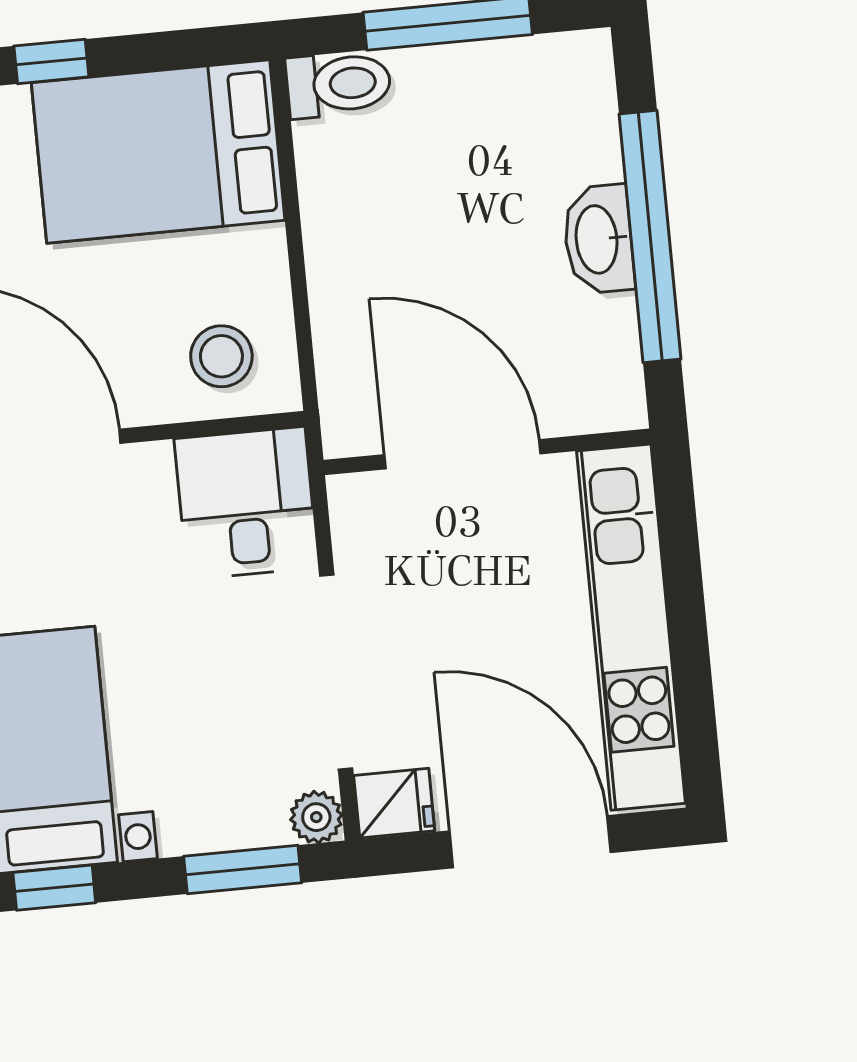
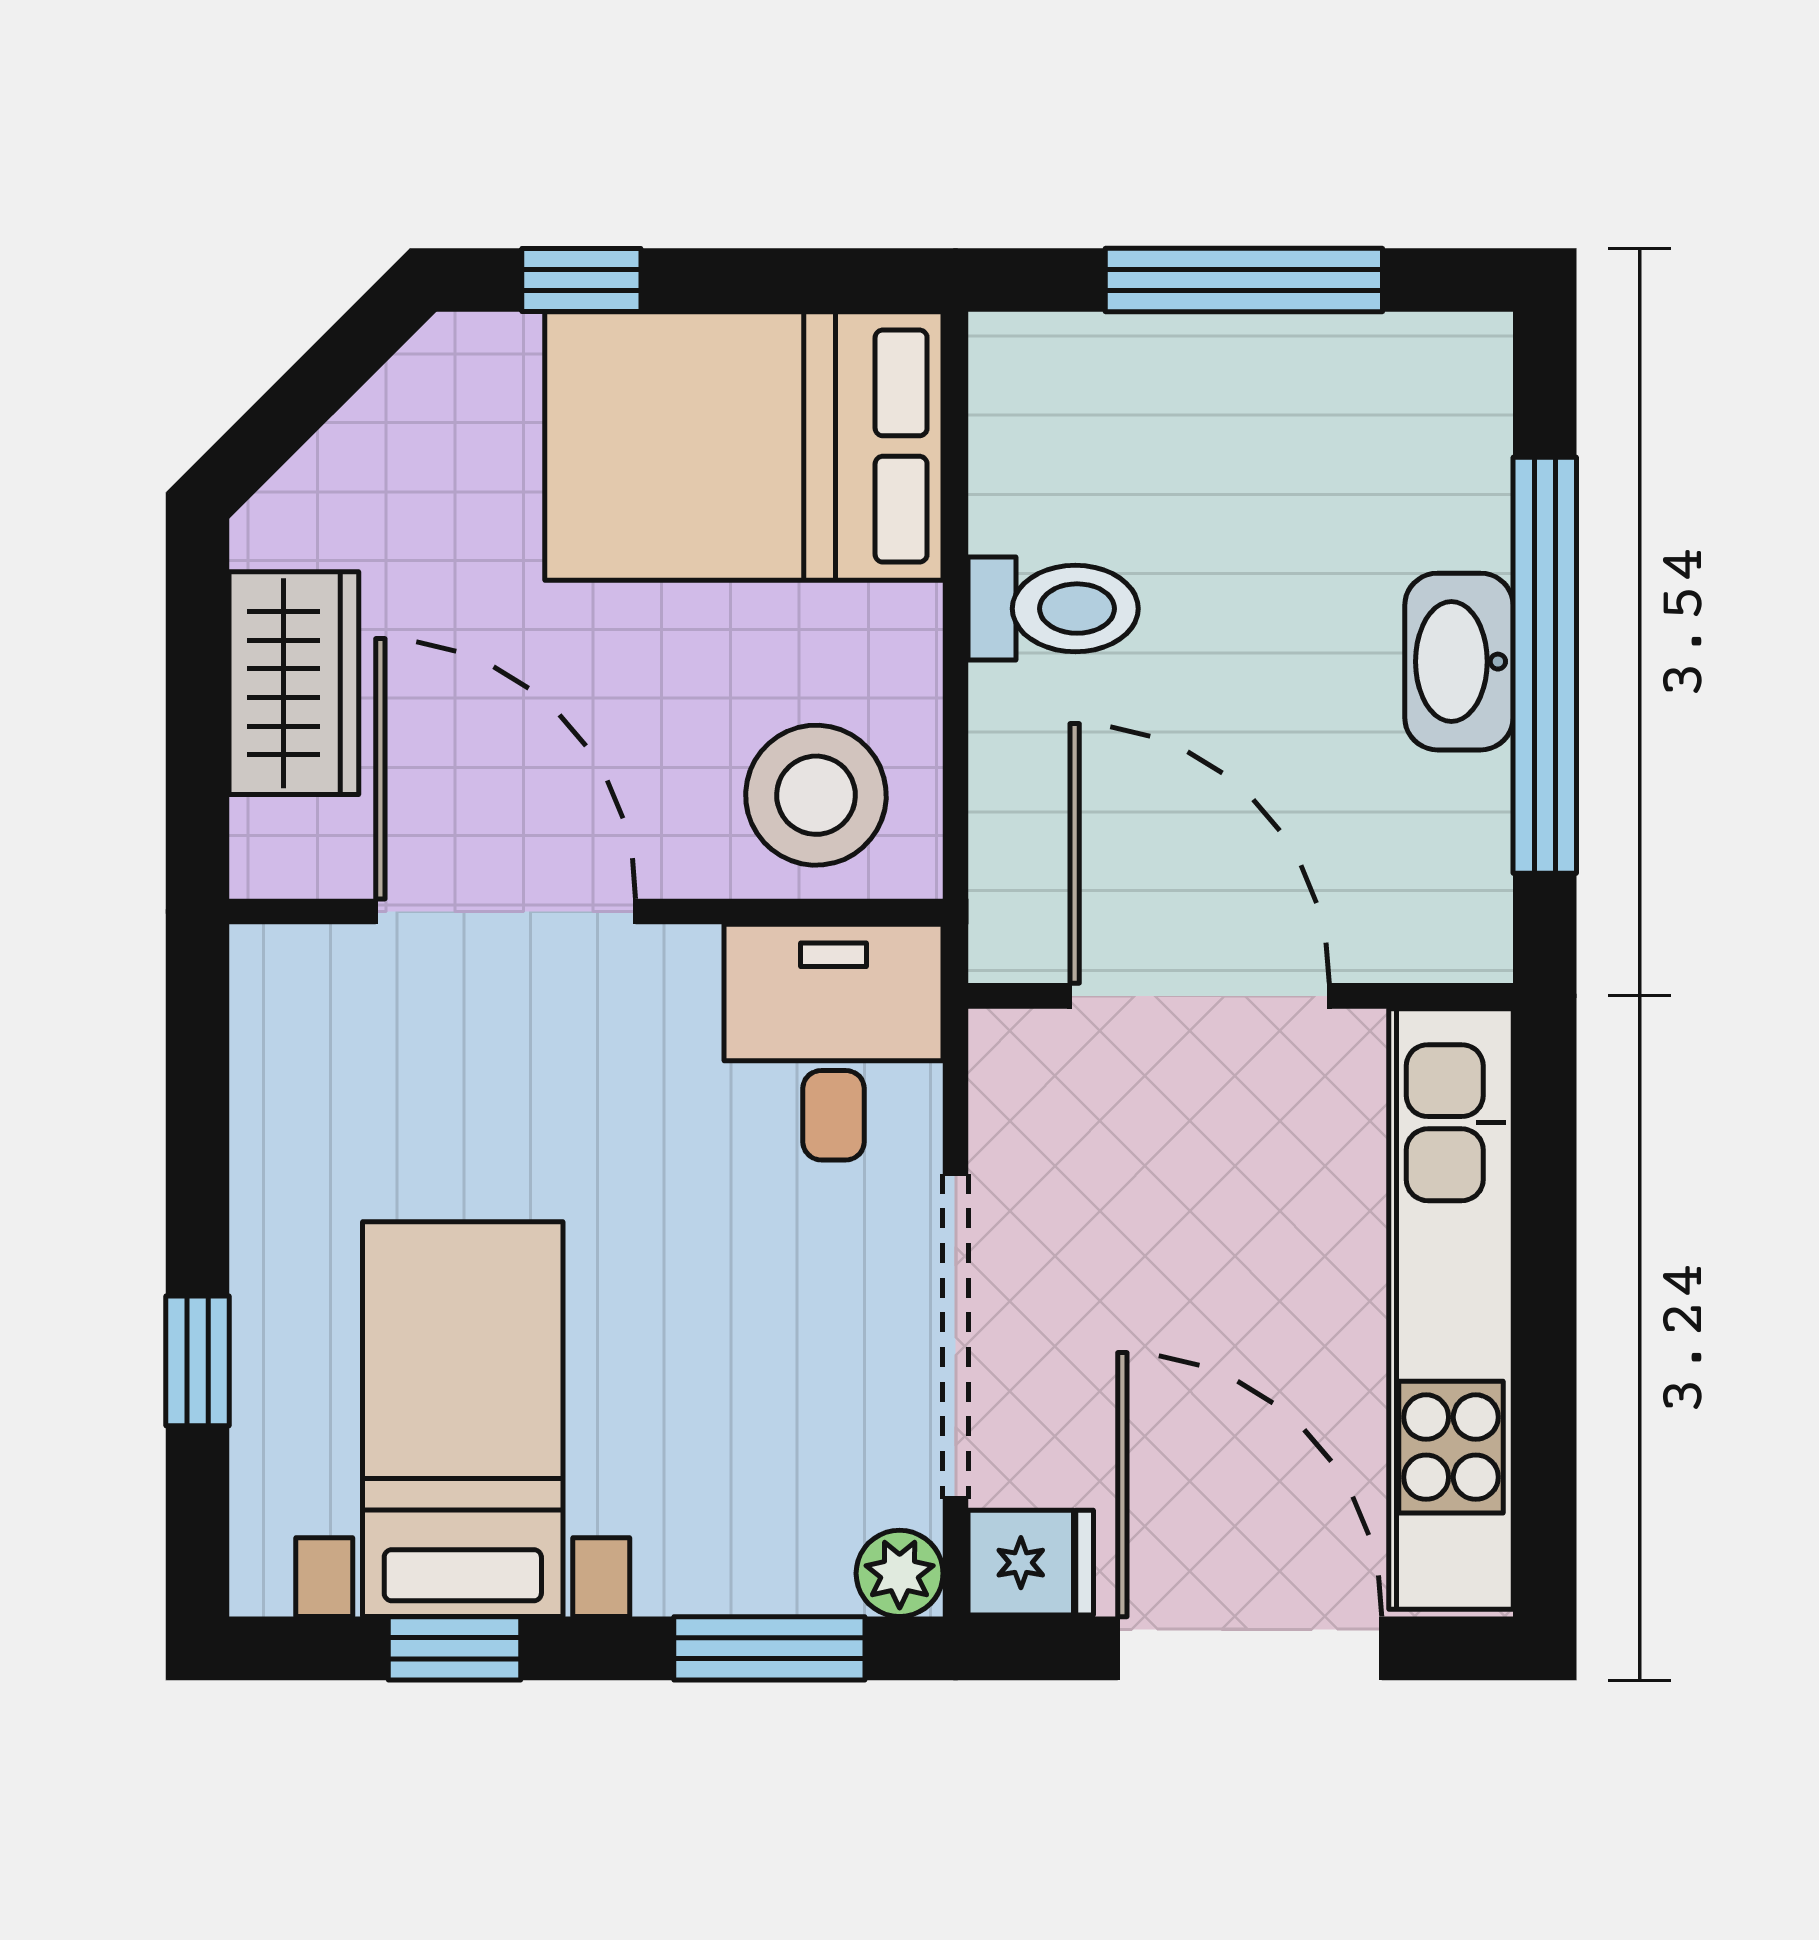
toilet: (339, 84) -> (1053, 609), moved
stool: (221, 356) -> (816, 795), width x1.38, depth x1.38

